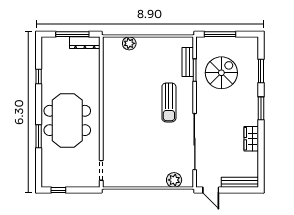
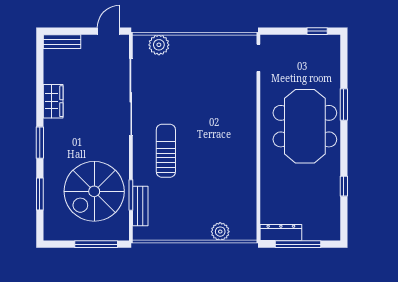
spiral stairs: (221, 73) -> (94, 191), width x1.37, depth x1.37
bench: (240, 182) -> (62, 42), width x0.73
door: (211, 190) -> (109, 31), hinge flipped

